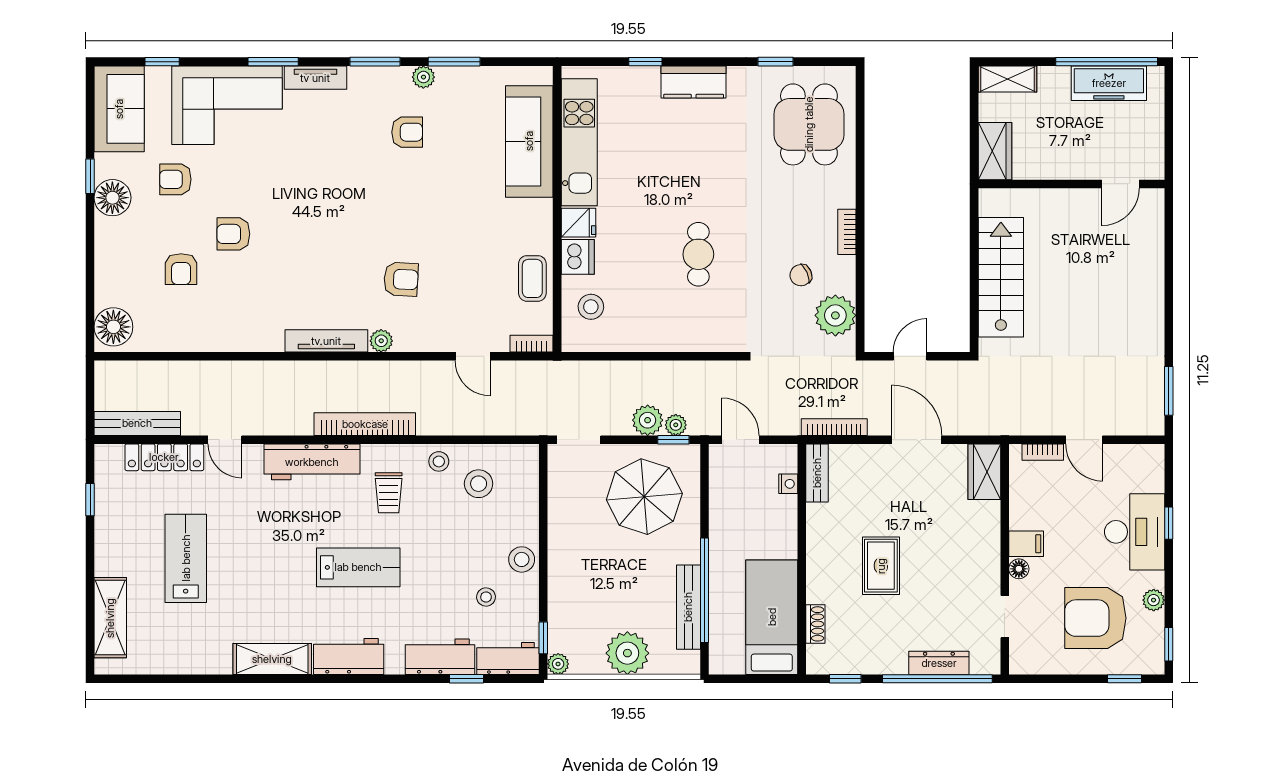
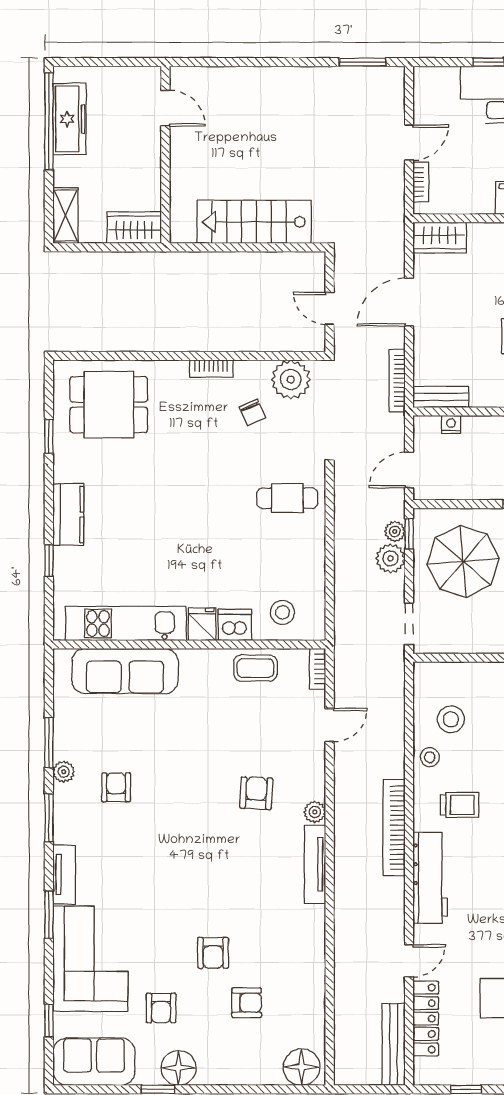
cafe table: (698, 254) -> (287, 498), moved

